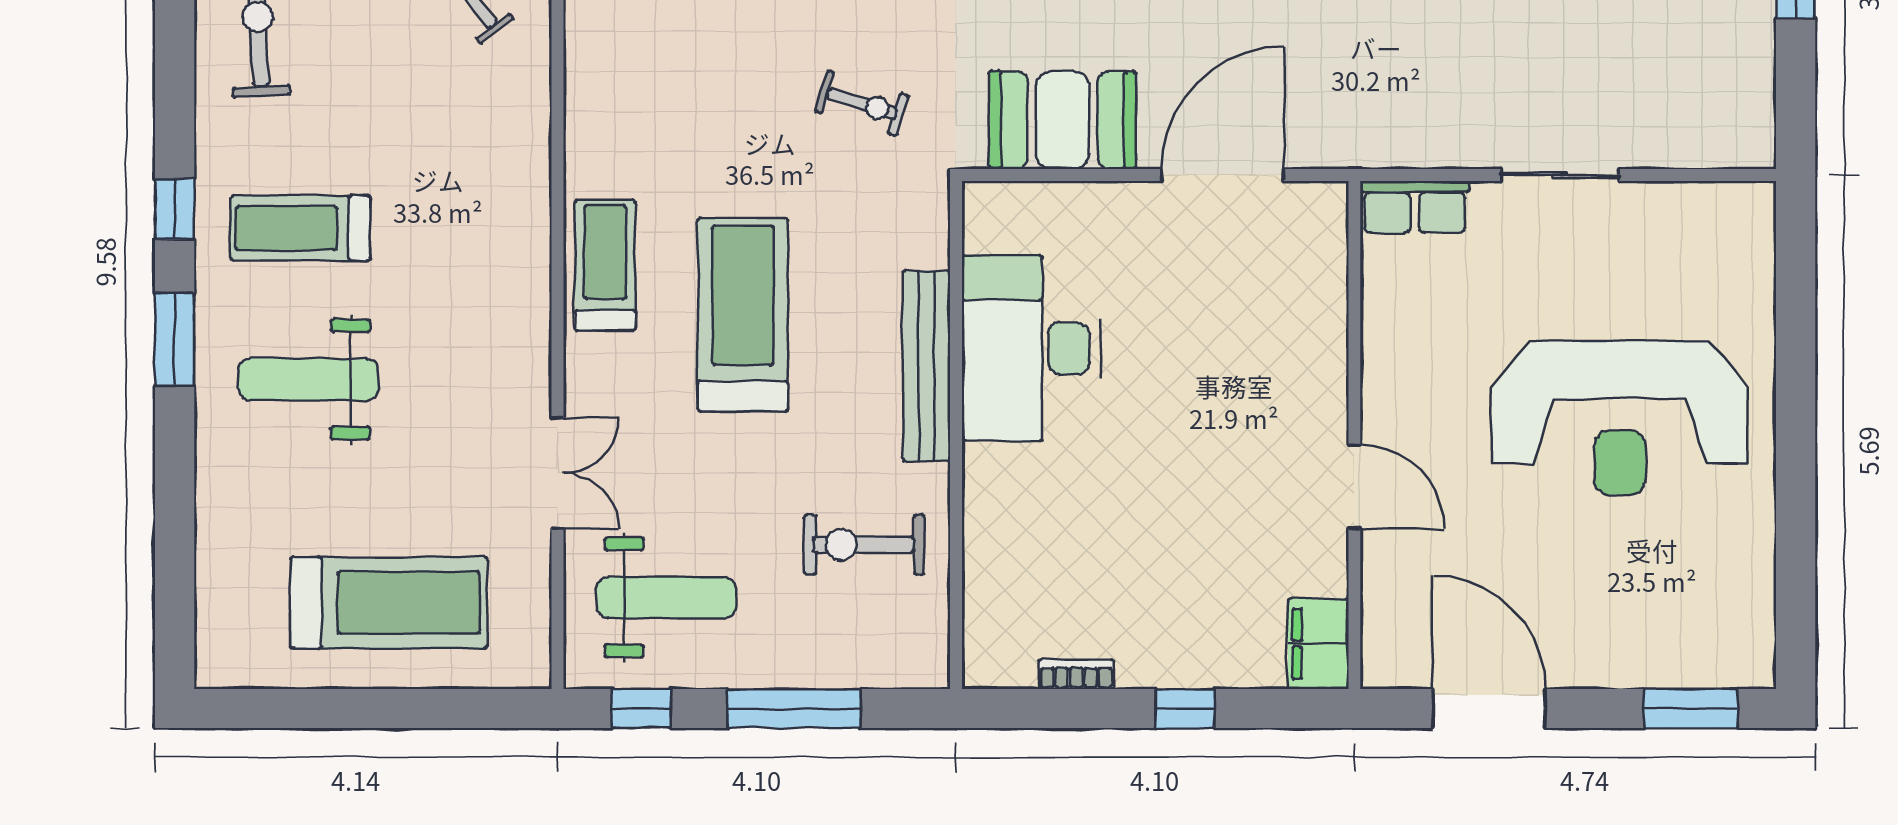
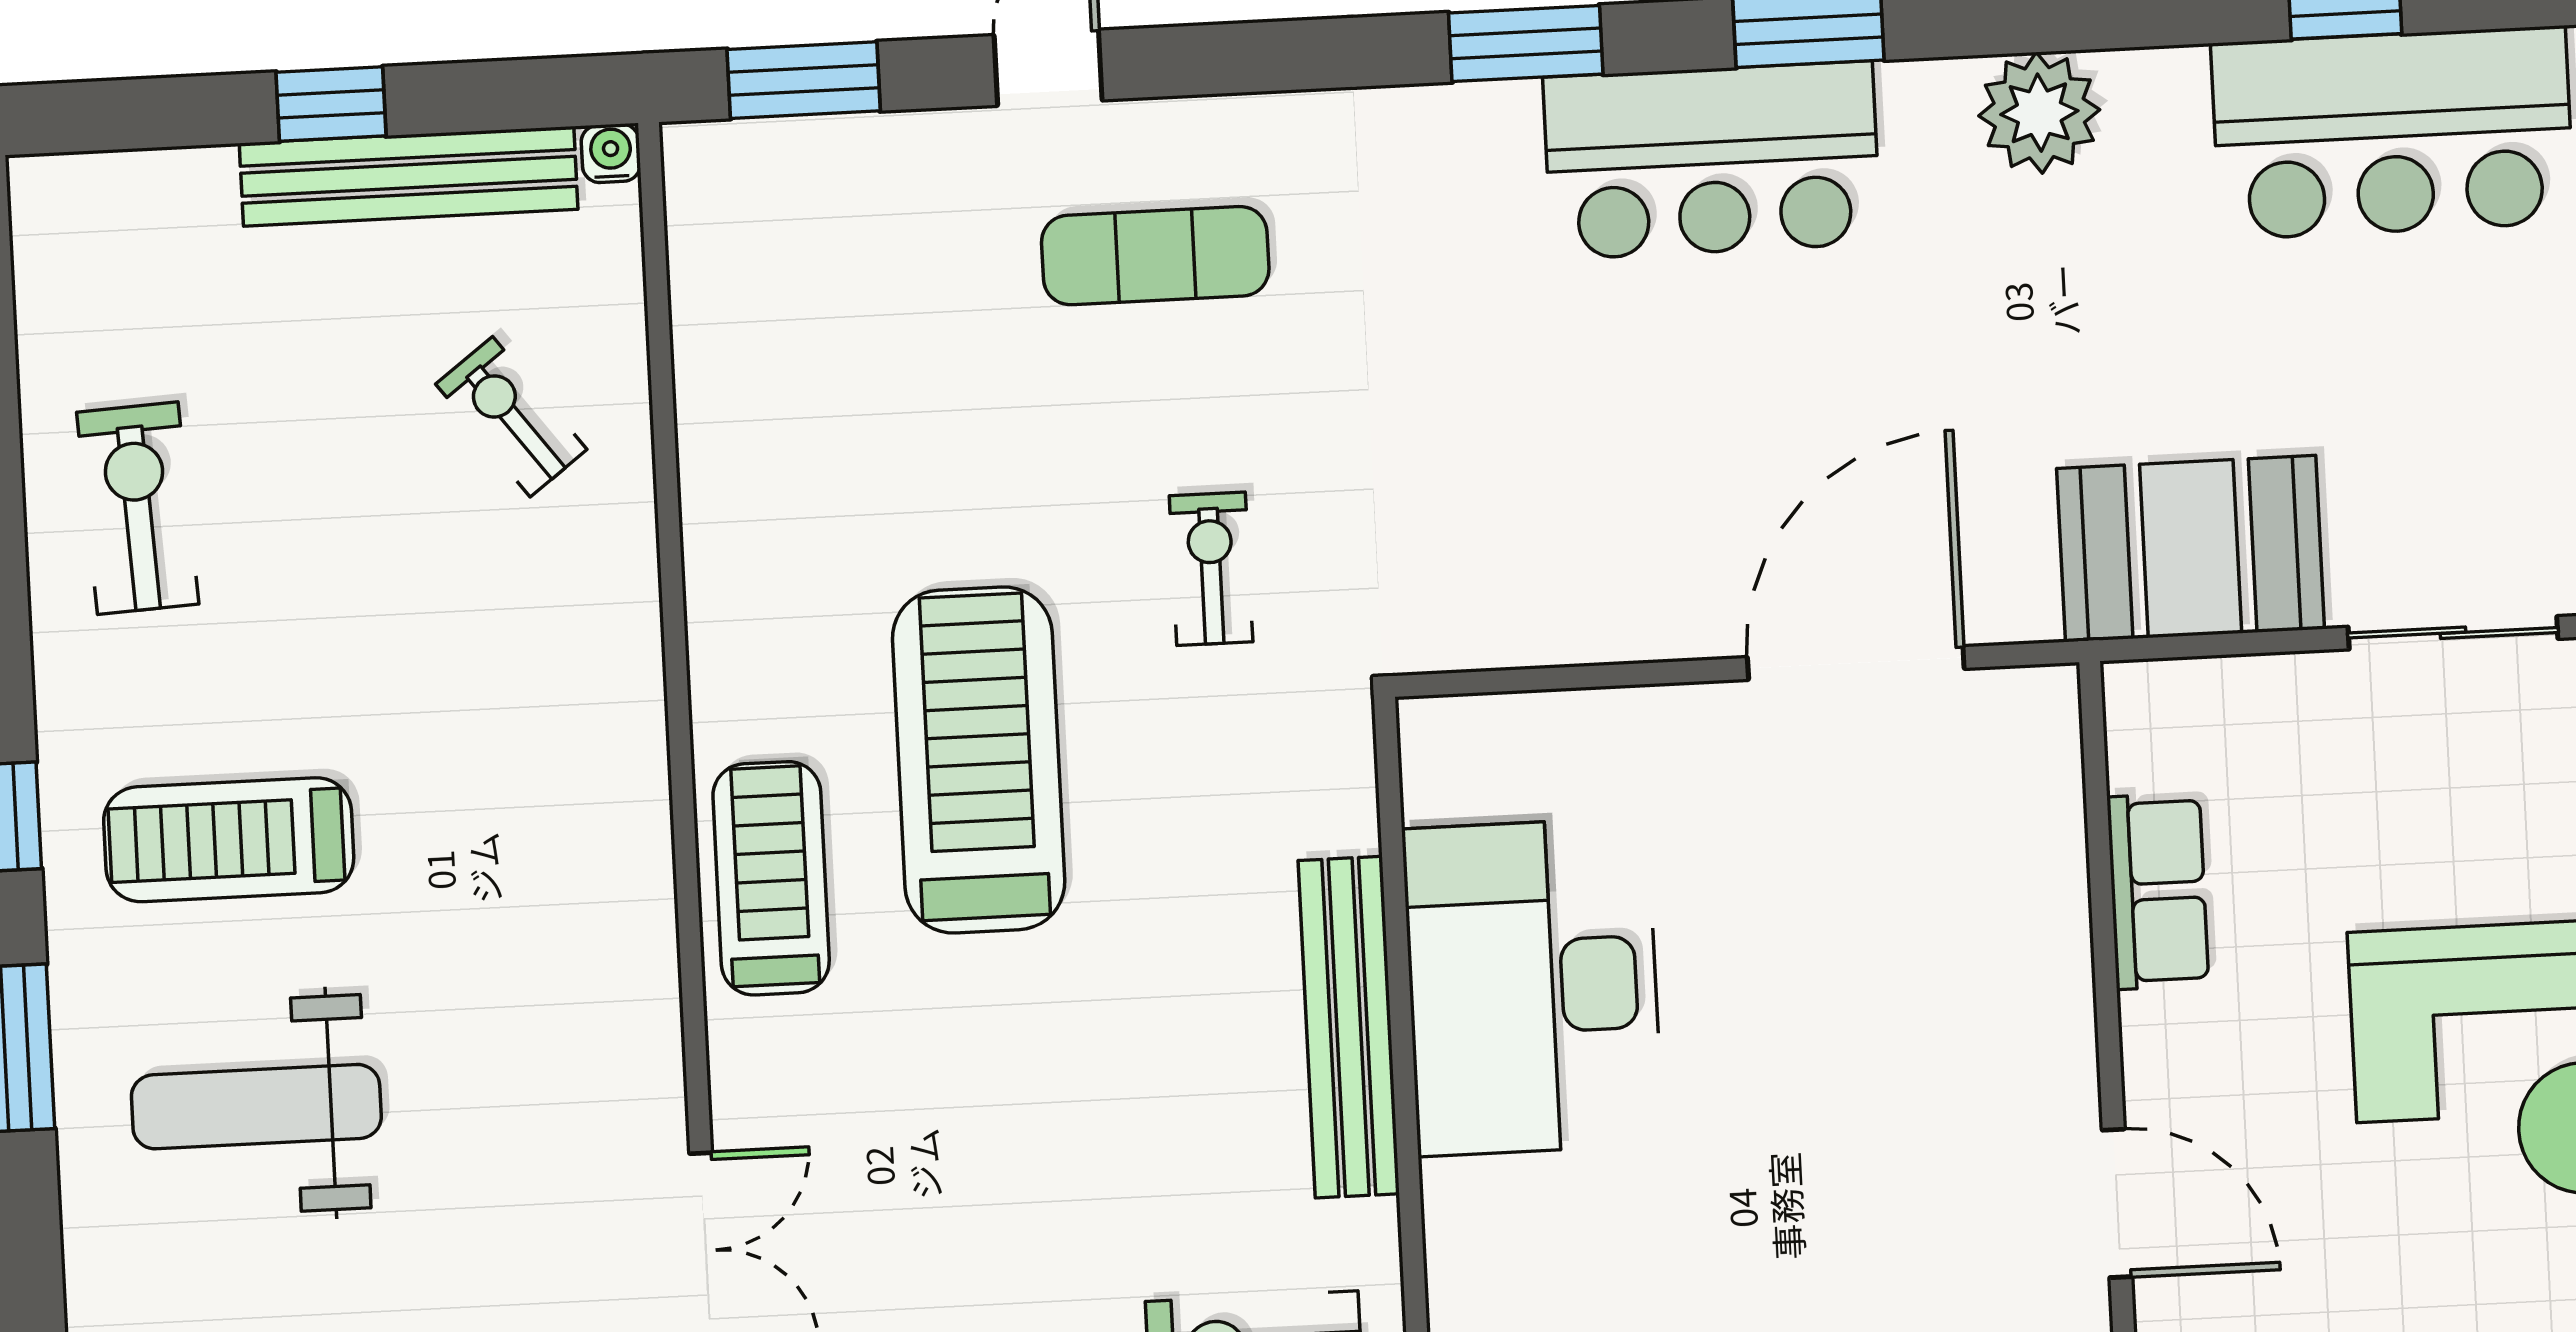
exercise bike: (862, 103) -> (1211, 569), turned -107
booth: (1063, 120) -> (2191, 549), moved
row of seats: (1415, 207) -> (2158, 891), moved, turned -90
treadmill: (743, 315) -> (979, 760), moved

